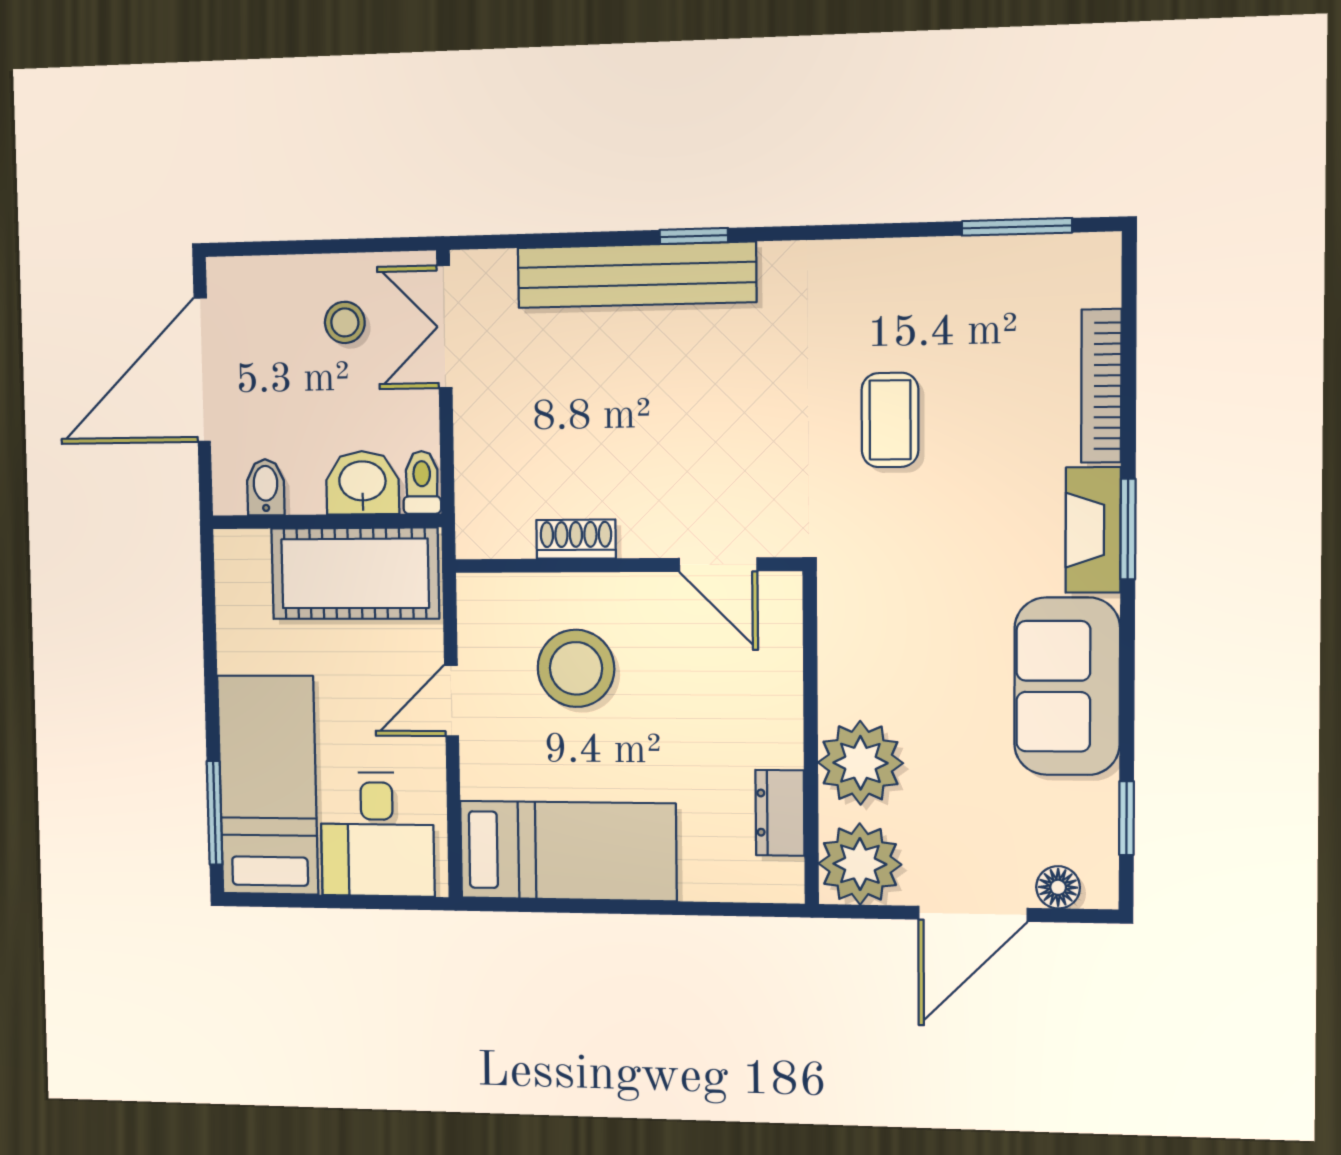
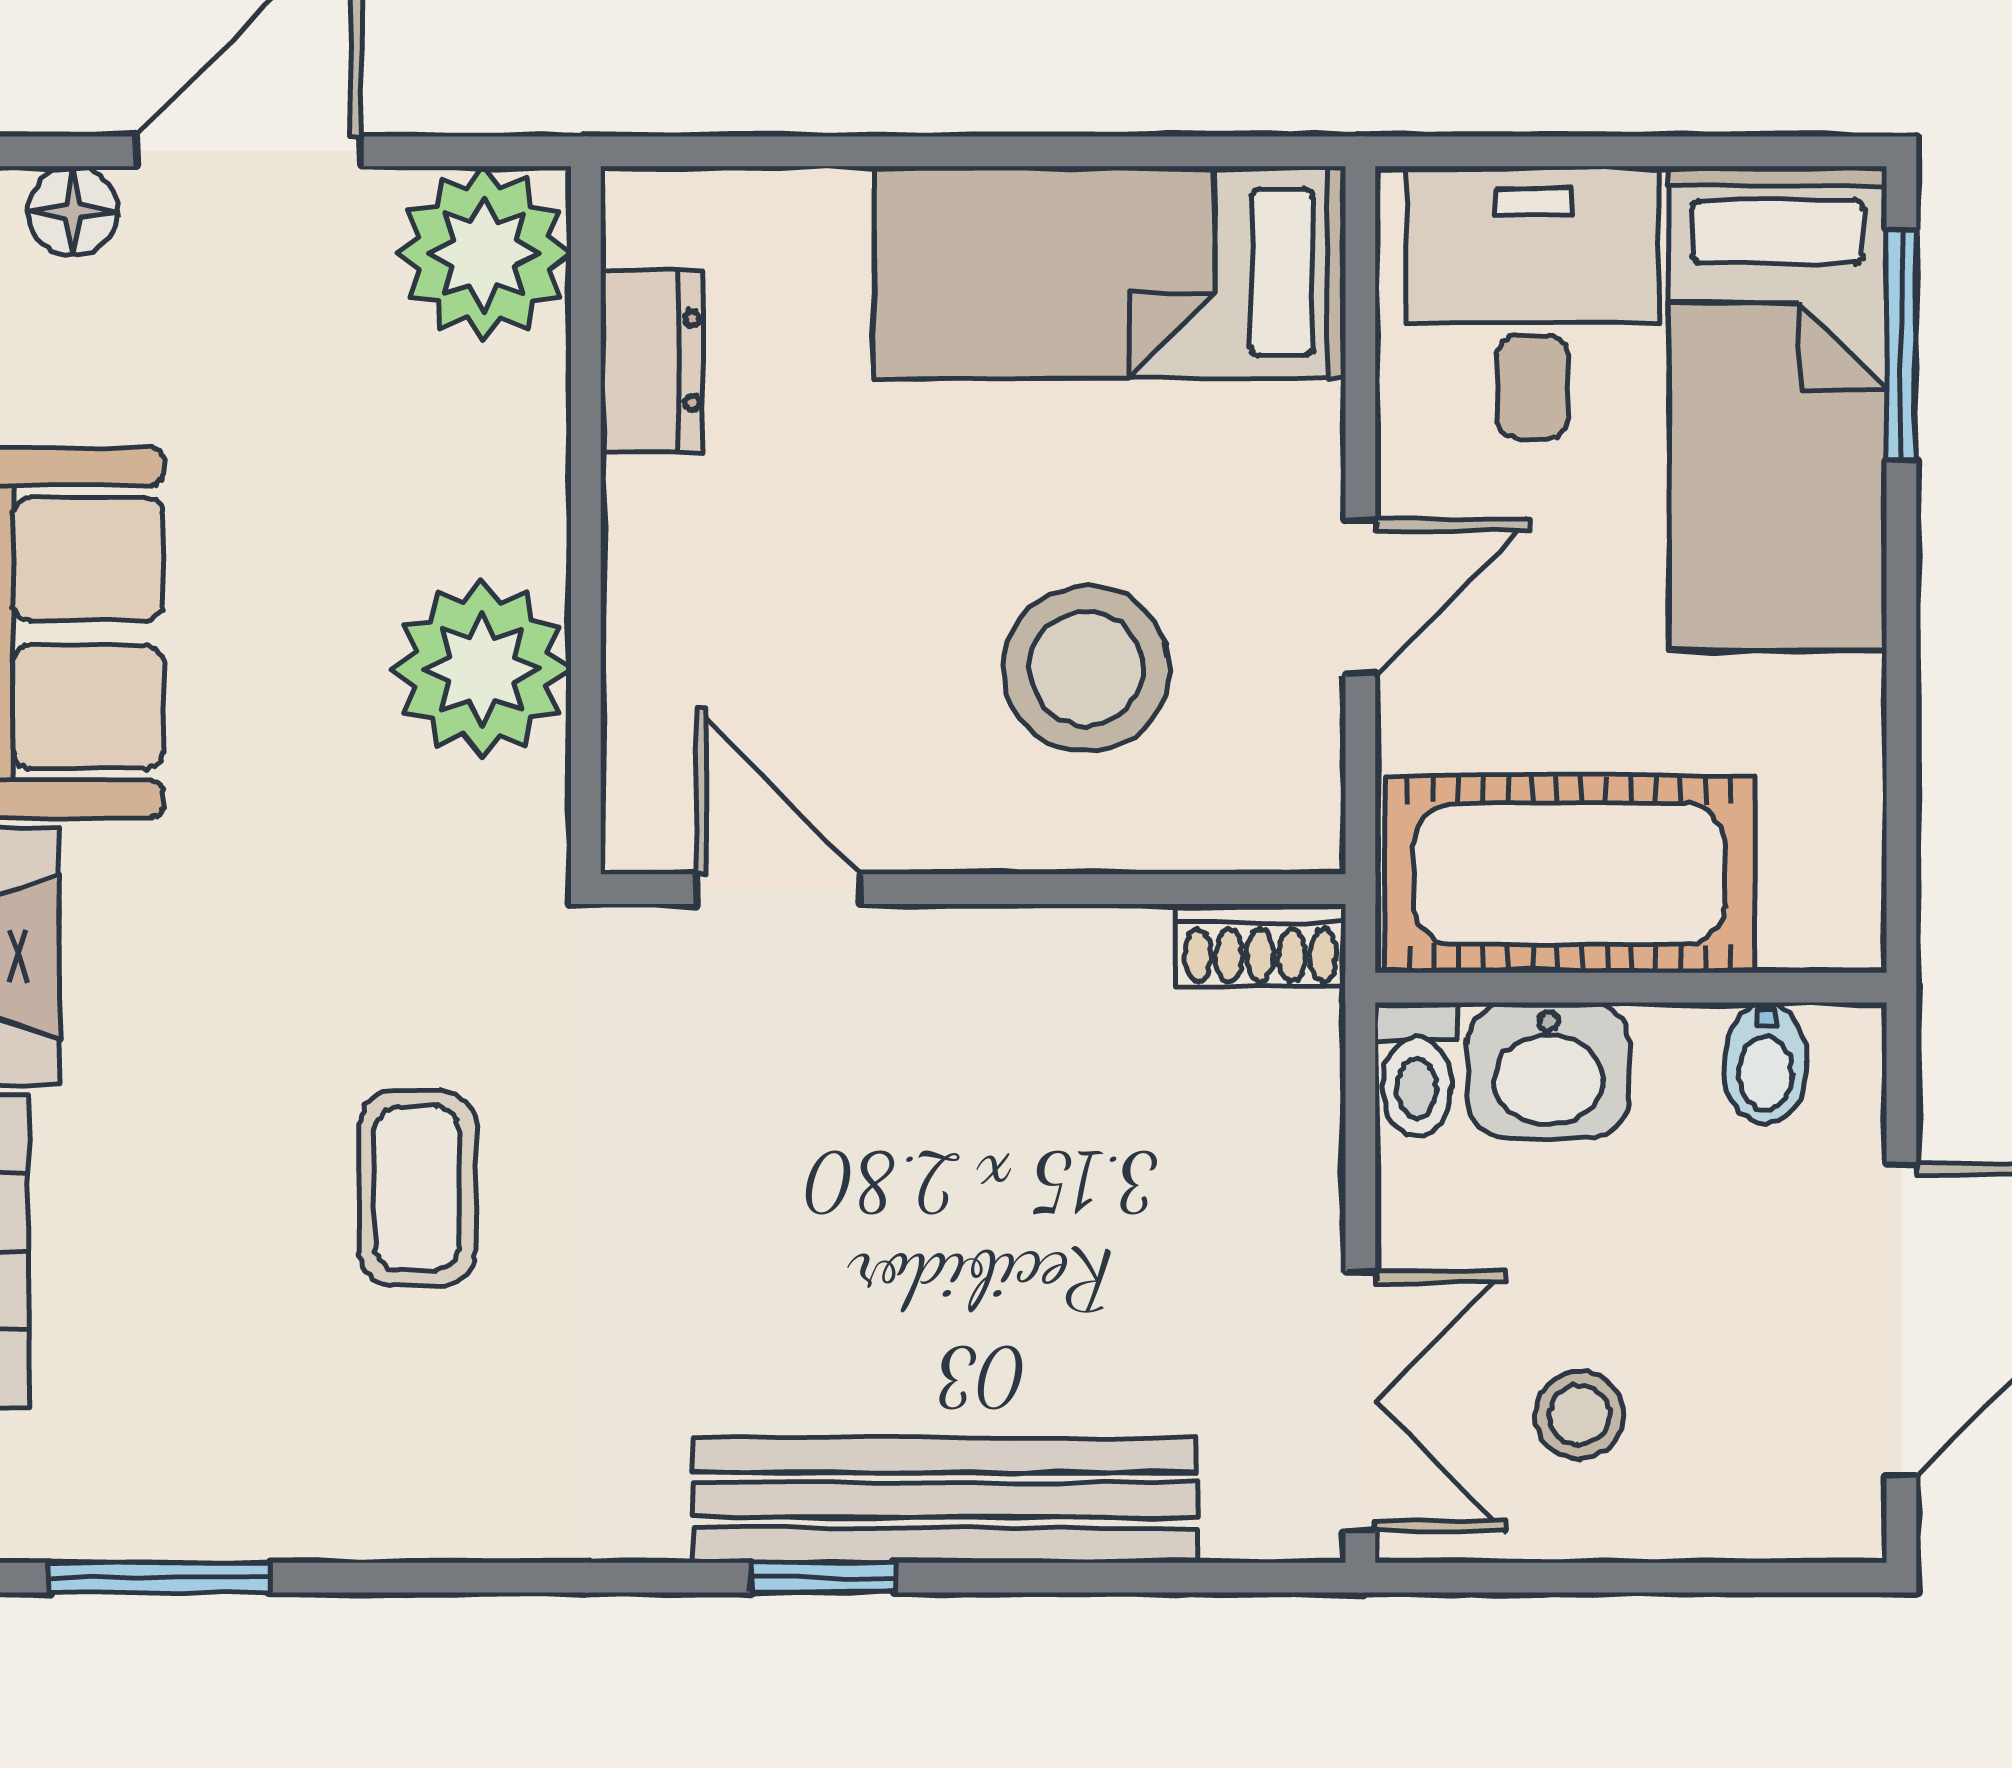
shoe rack: (576, 539) -> (1260, 945), moved
plant: (860, 763) -> (482, 669), moved

